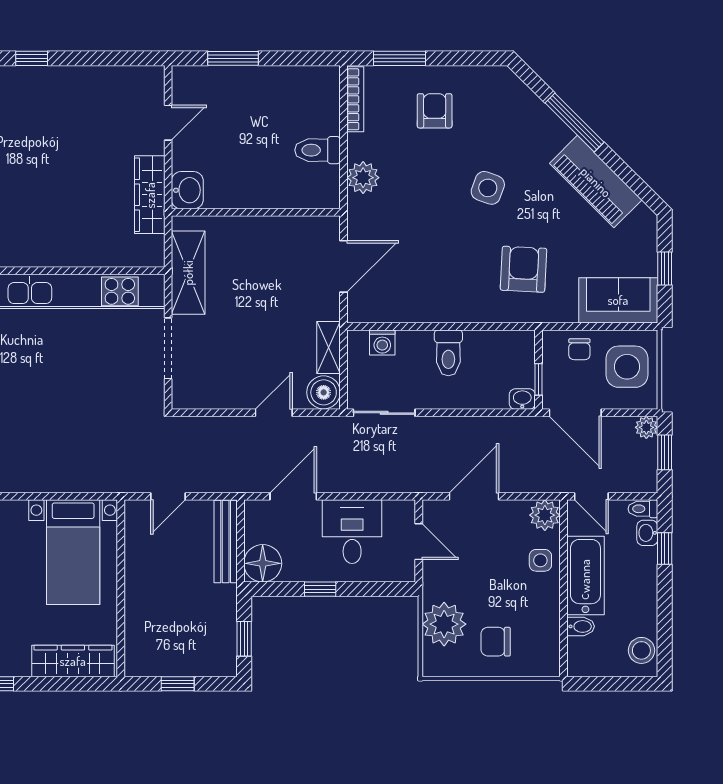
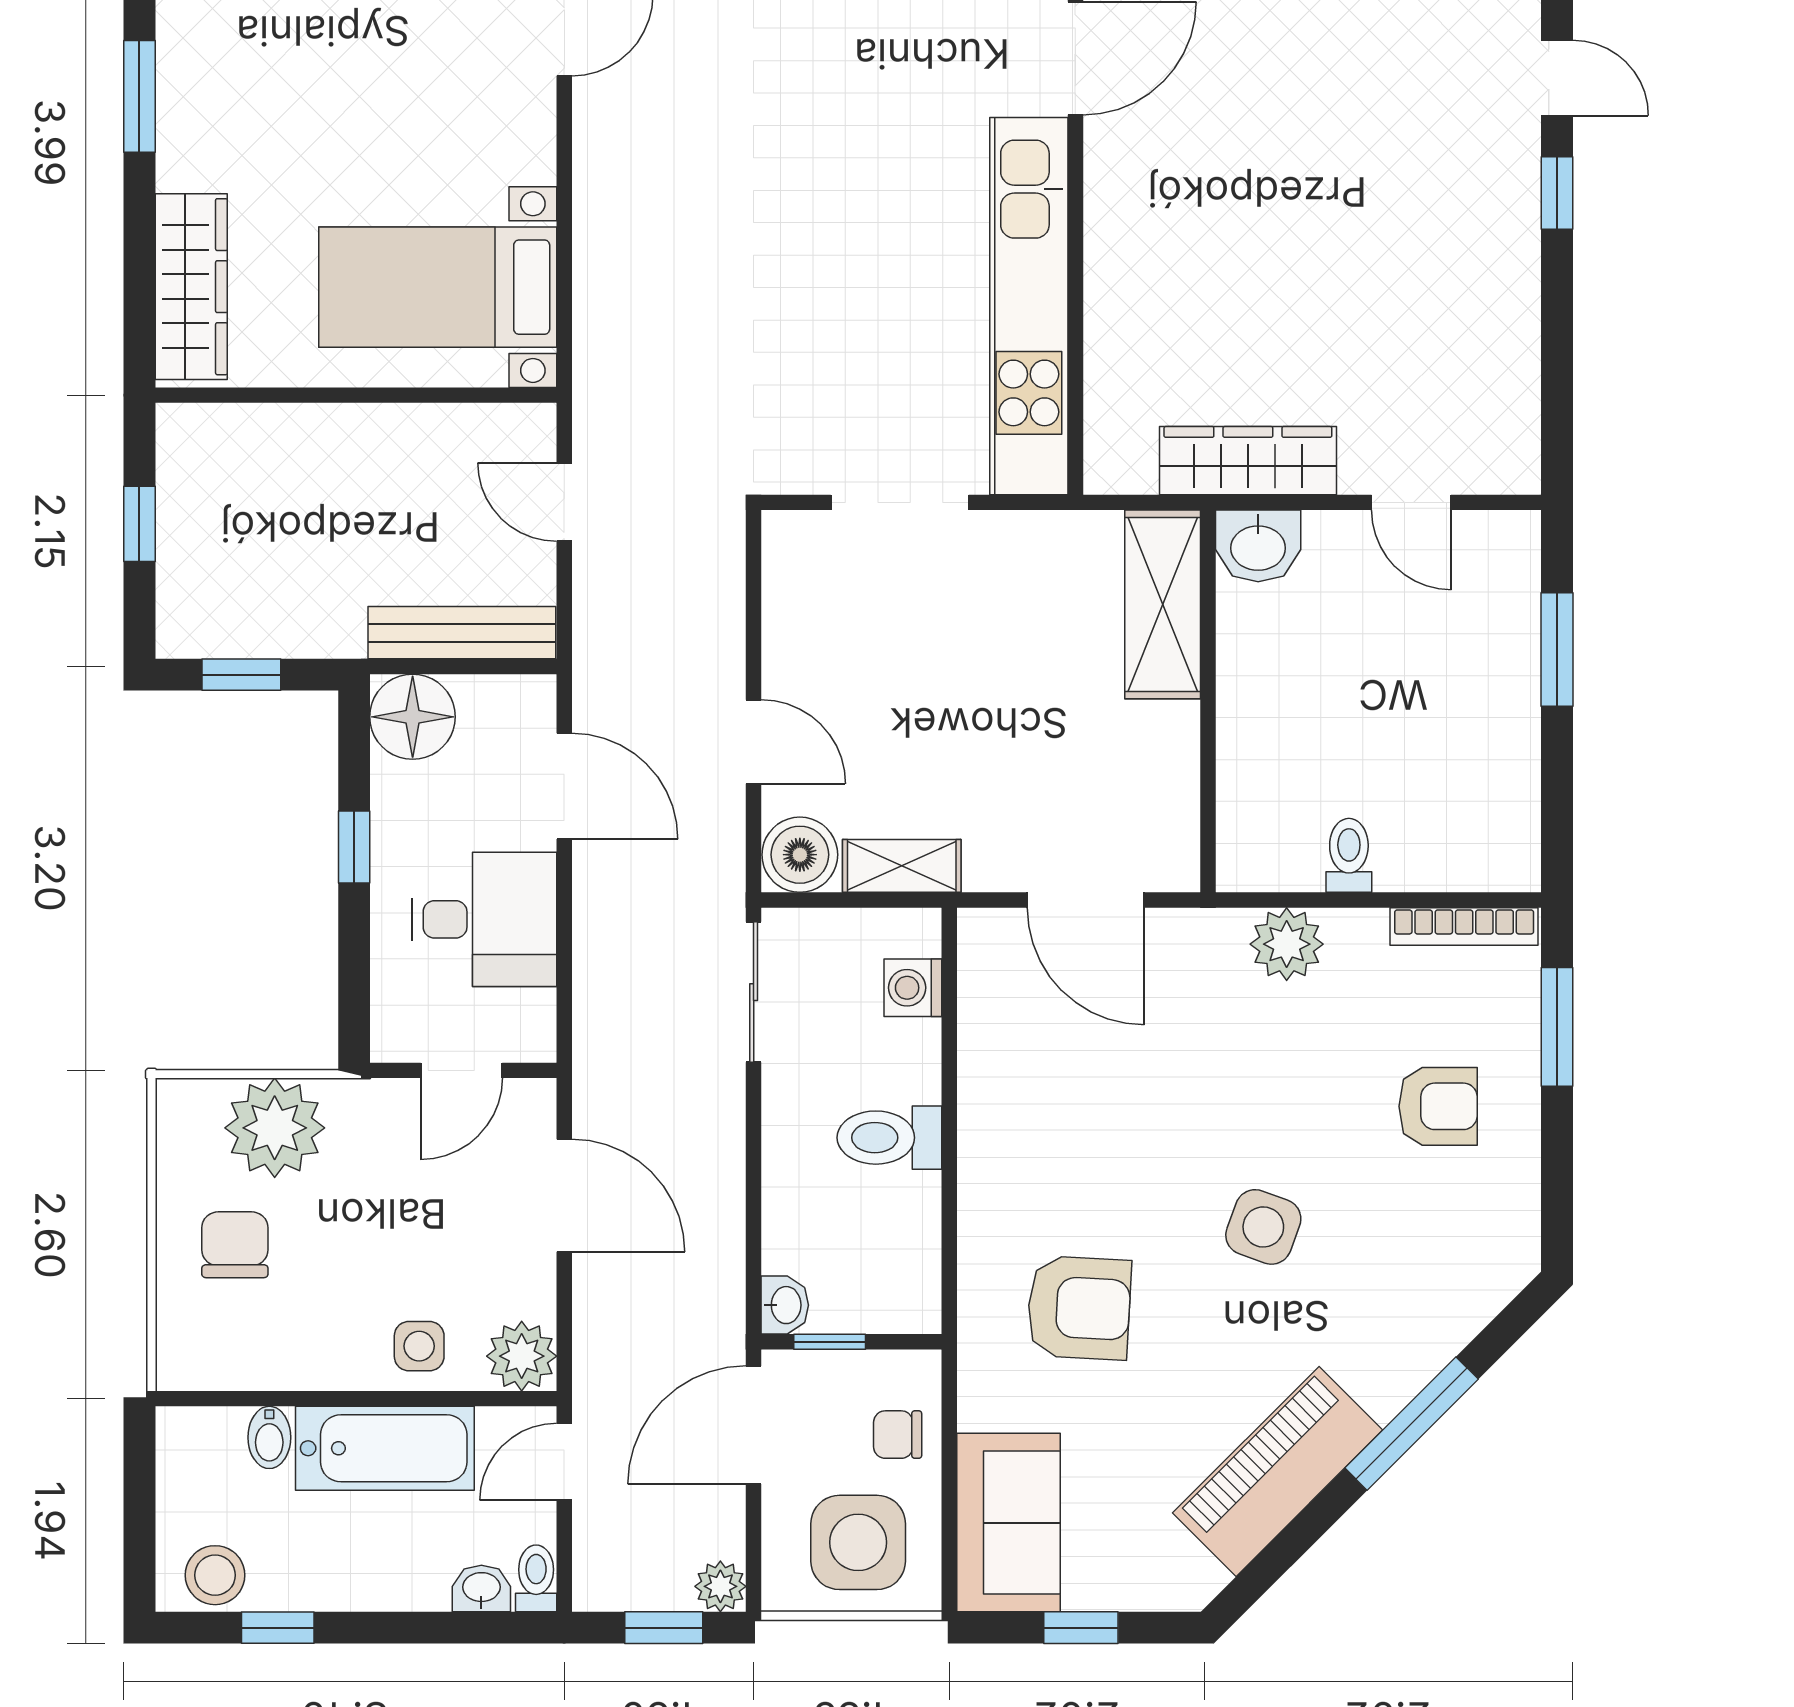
toilet: (318, 150) -> (1349, 855), width x0.73, depth x0.72
shelving: (188, 273) -> (1163, 604), moved, turned 90
window: (665, 548) -> (278, 1628), moved

